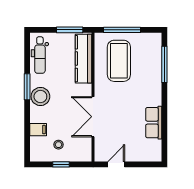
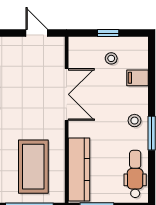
stool: (40, 97) -> (135, 121), width x0.53, depth x0.53
door: (116, 164) -> (37, 33), swing flipped

